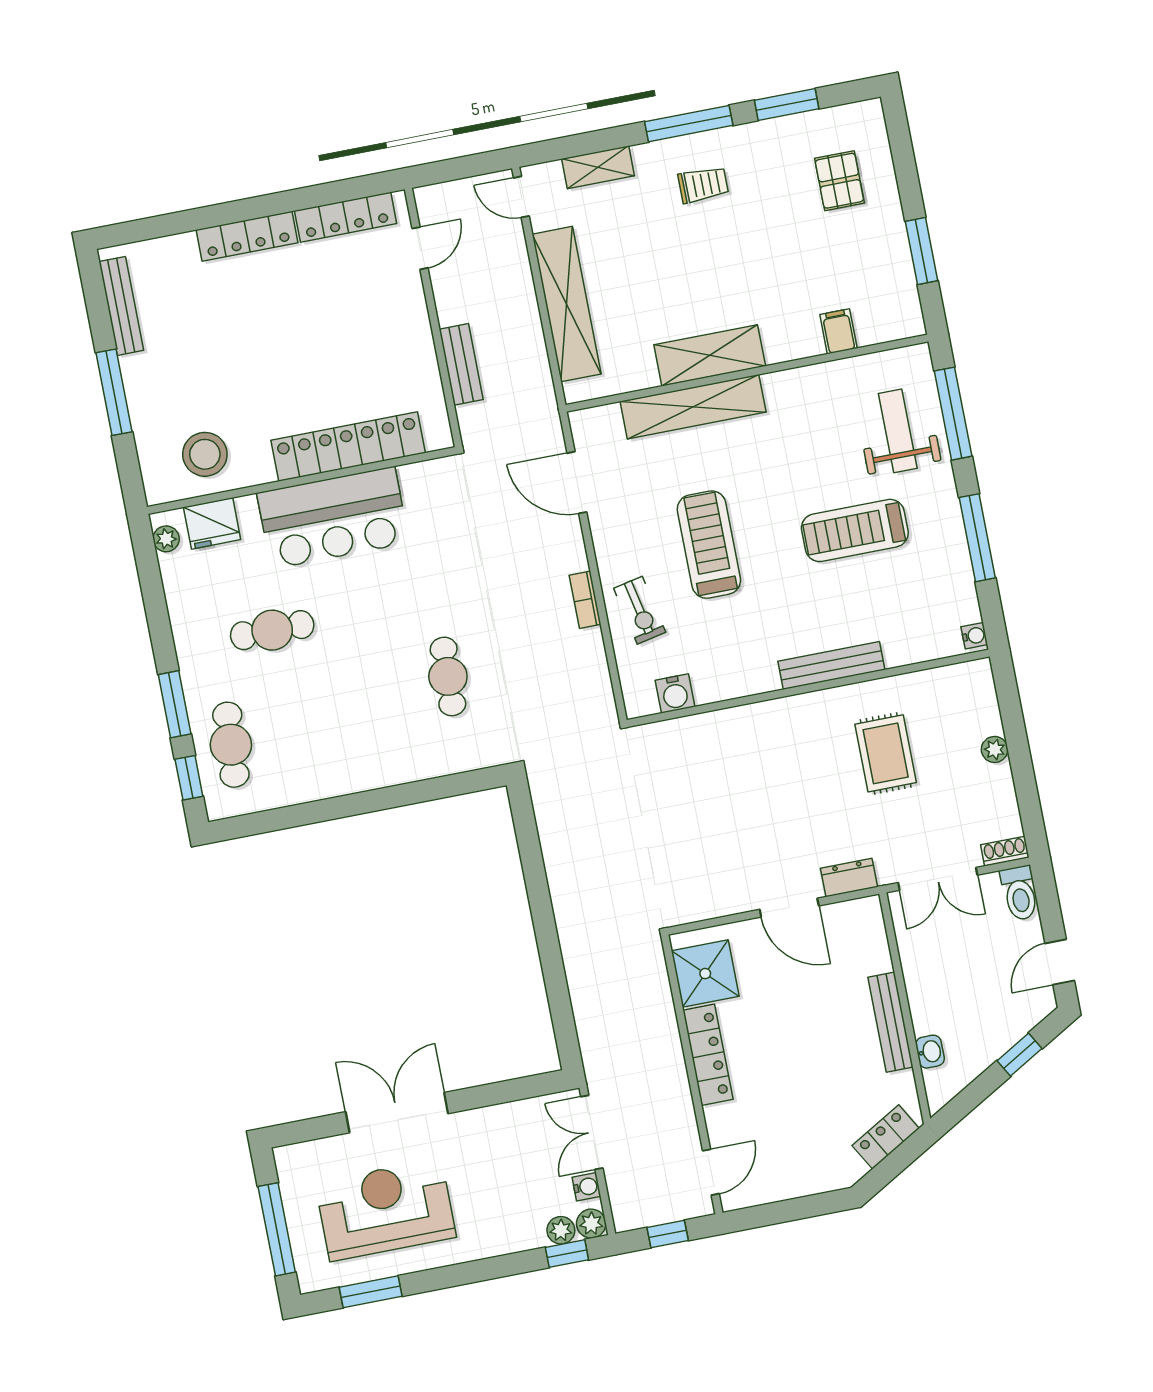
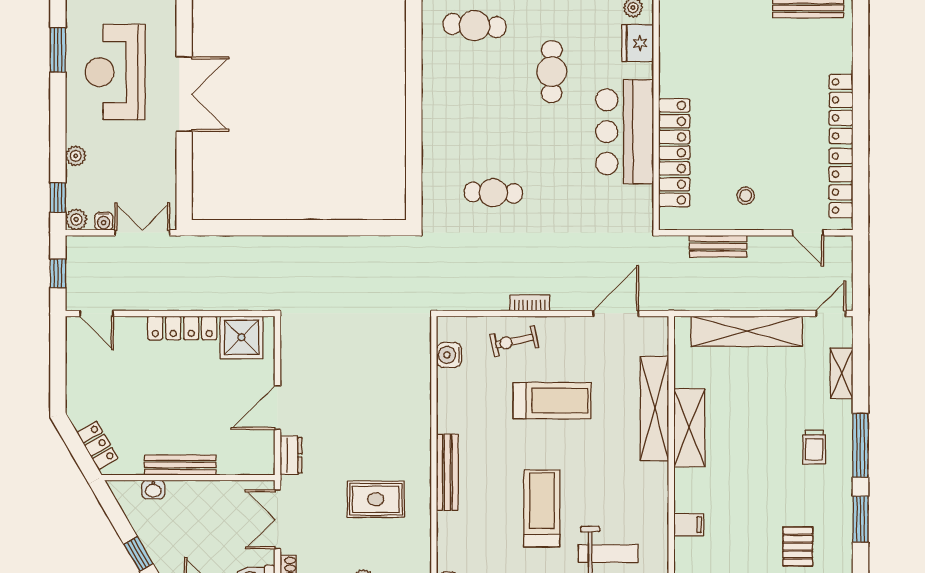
pallet: (839, 181) -> (798, 547), turned 90
stool: (205, 454) -> (746, 196), moved, width x0.53, depth x0.53
reception desk: (386, 1210) -> (115, 72), turned 180
plant: (561, 1230) -> (76, 156), moved

